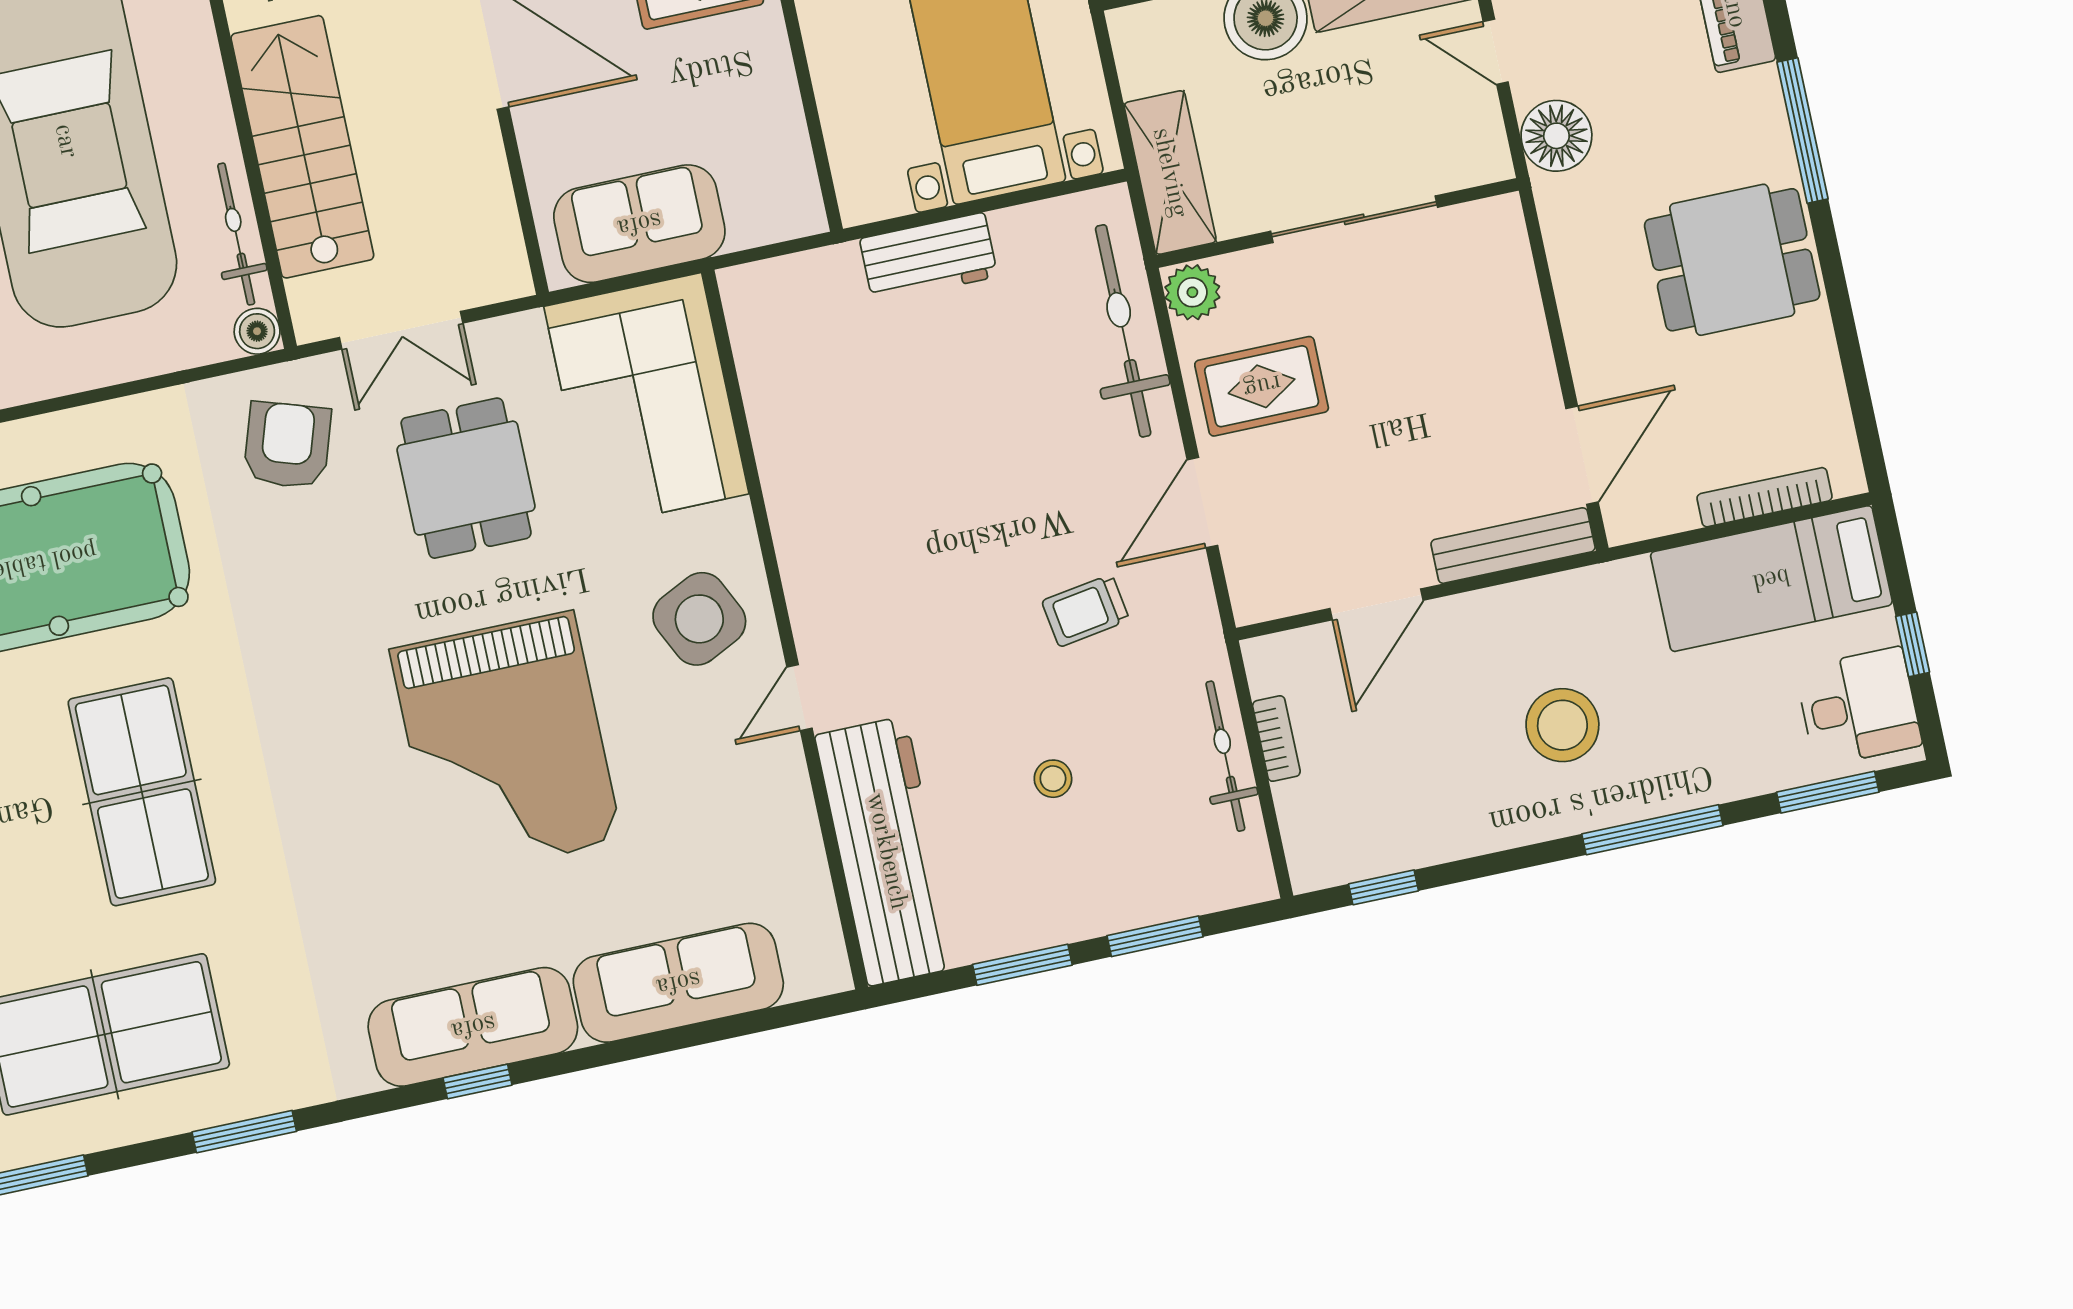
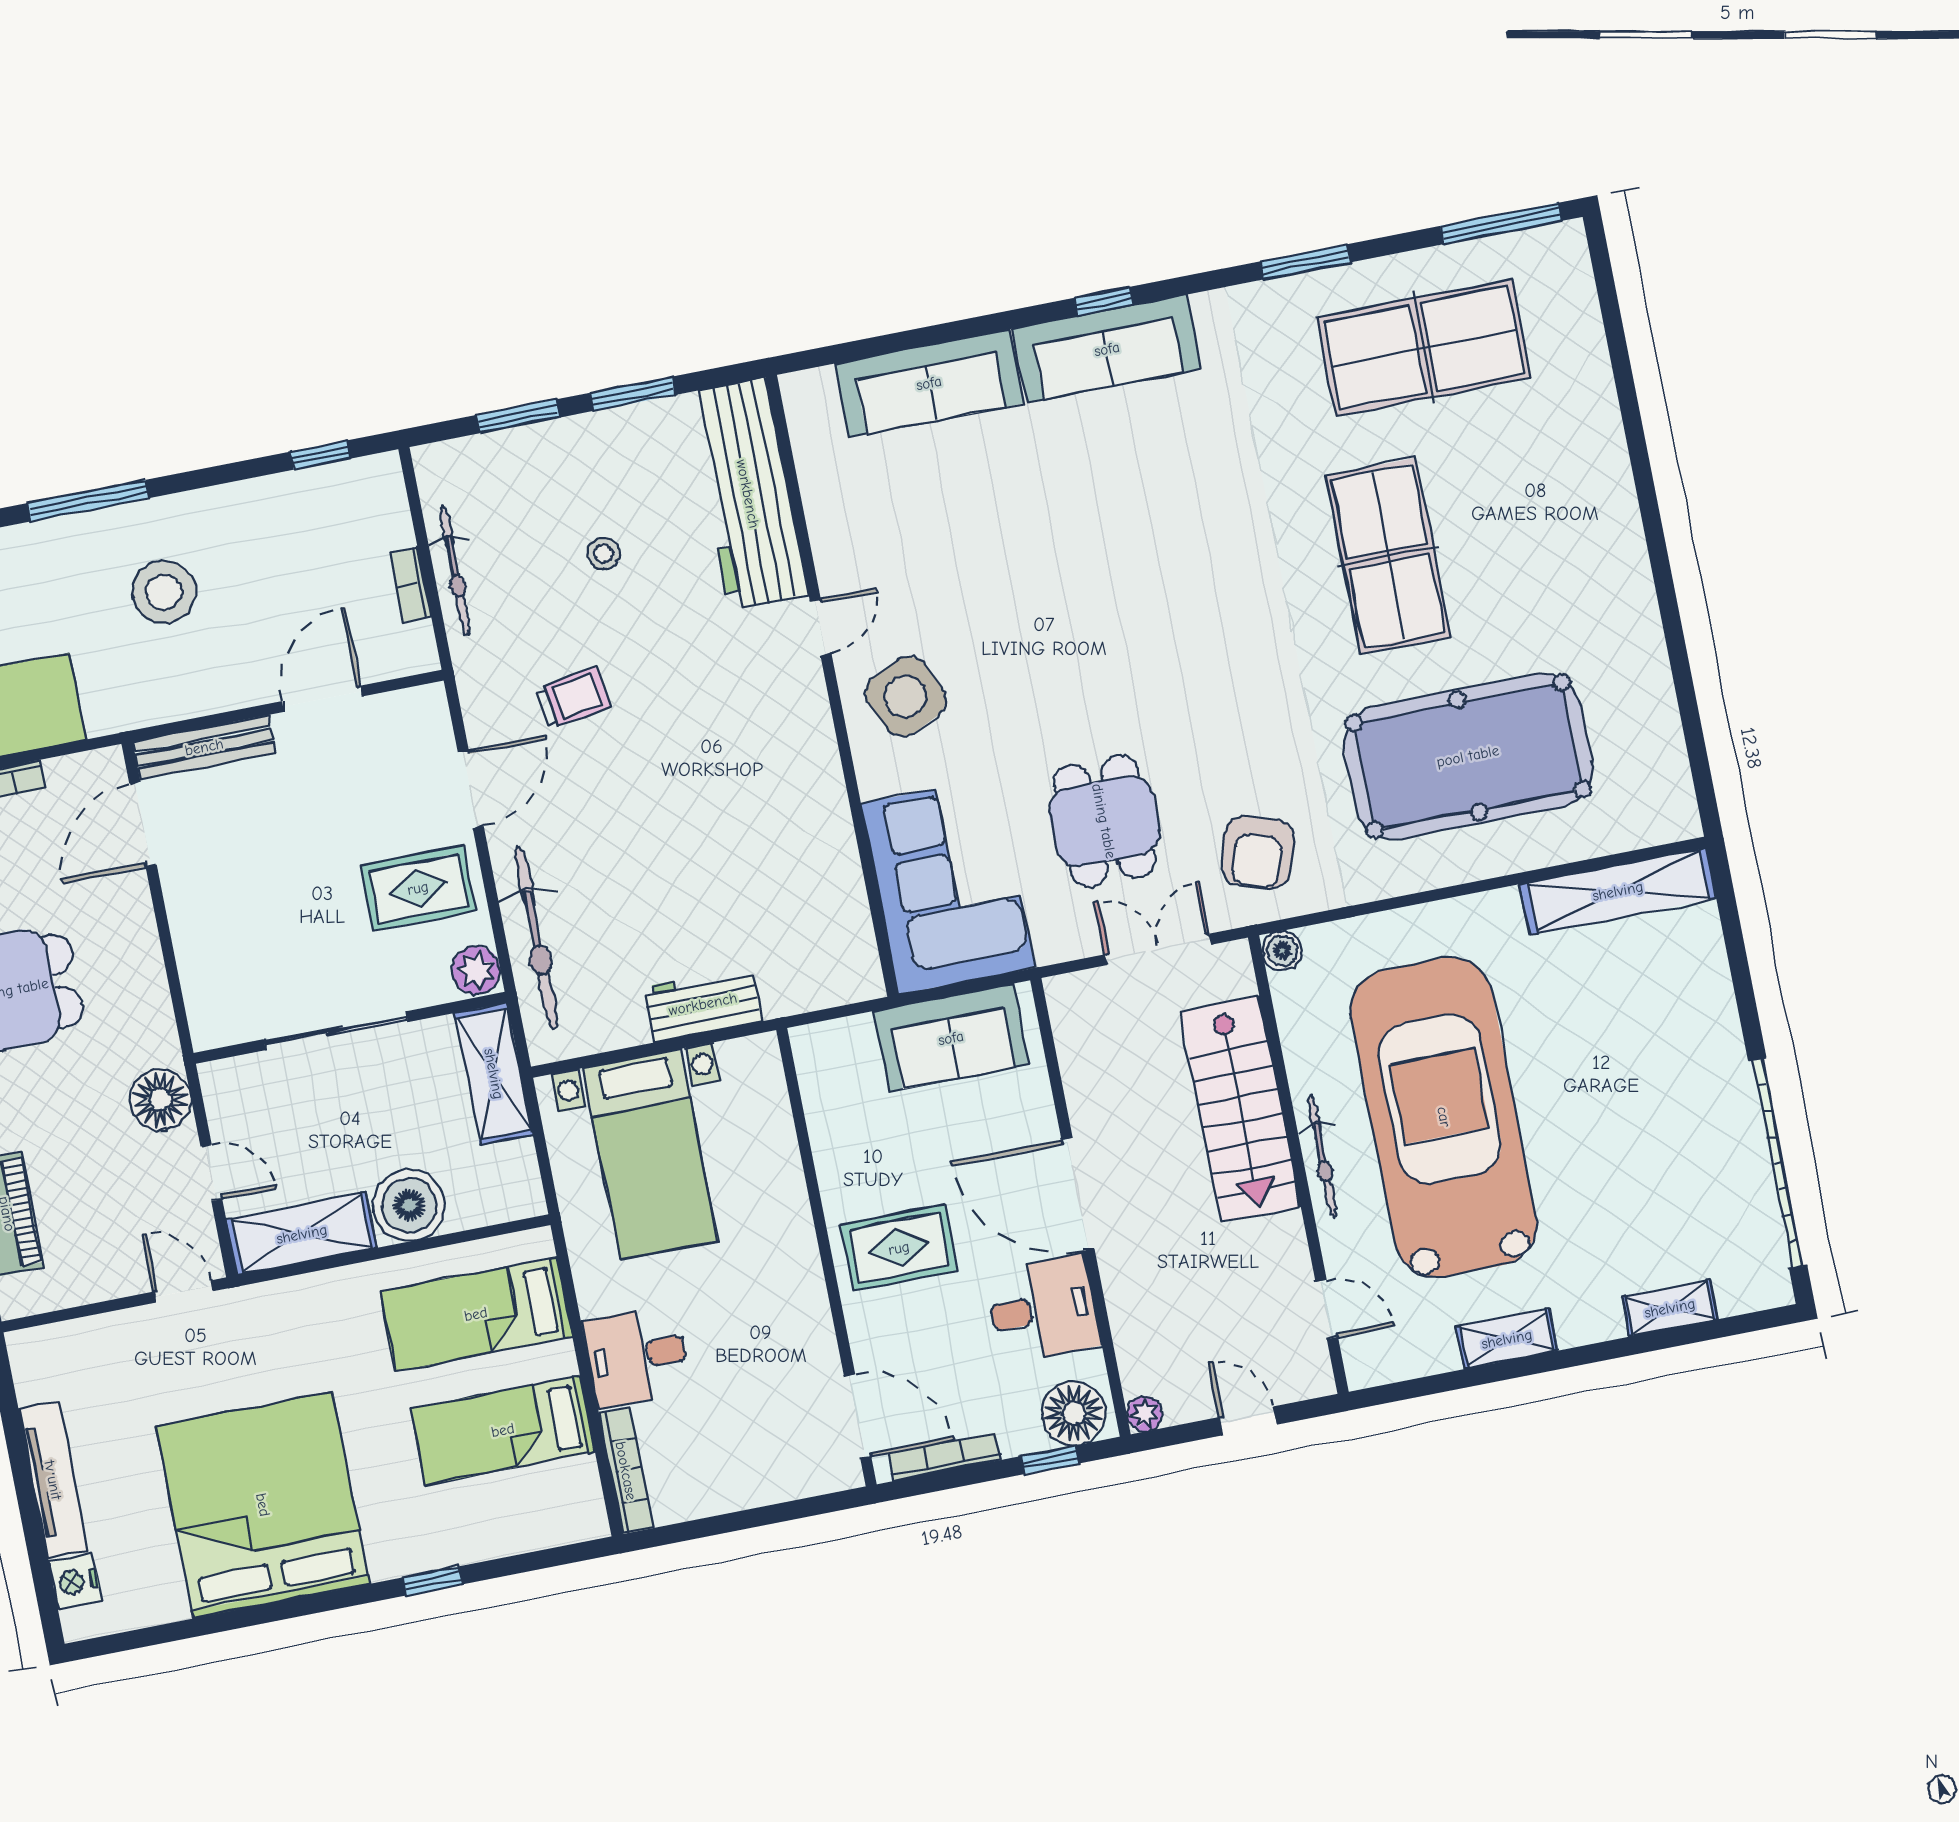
bicycle: (236, 234) -> (1322, 1157), moved
grand piano: (506, 745) -> (1074, 591), removed

